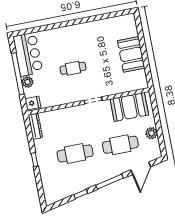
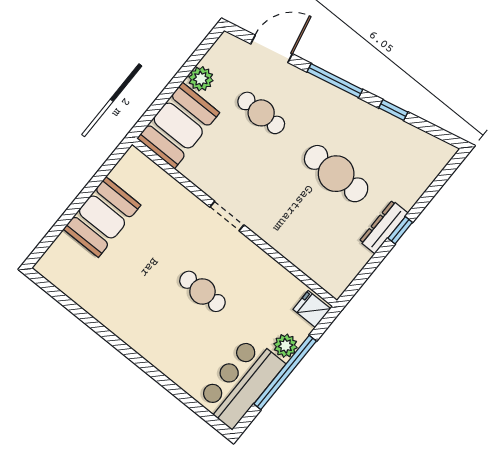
booth: (129, 107) -> (178, 126), moved, turned 90
dresser: (35, 126) -> (384, 227), moved
cafe table: (120, 145) -> (261, 113), width x0.73, depth x0.74

